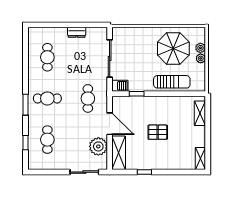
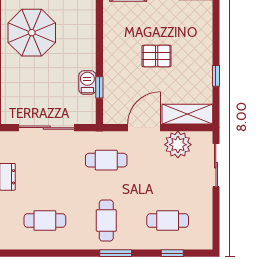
sun lounger: (172, 82) -> (82, 35), removed
barbecue: (120, 86) -> (87, 83), moved
pallet: (158, 132) -> (157, 56), turned 90

